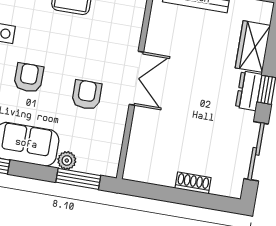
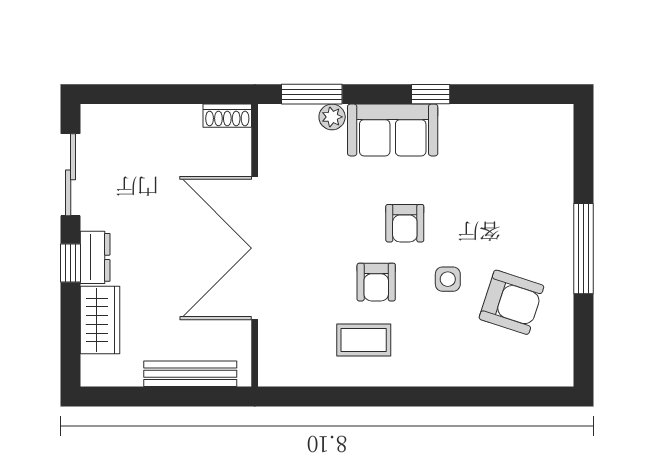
double door: (136, 78) -> (255, 248), width x1.87
armchair: (87, 95) -> (376, 282), moved
shoe rack: (193, 183) -> (227, 116), moved

